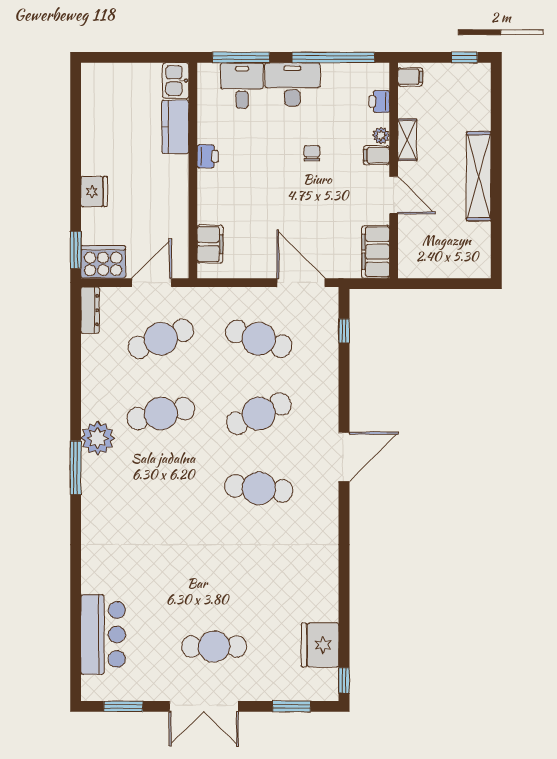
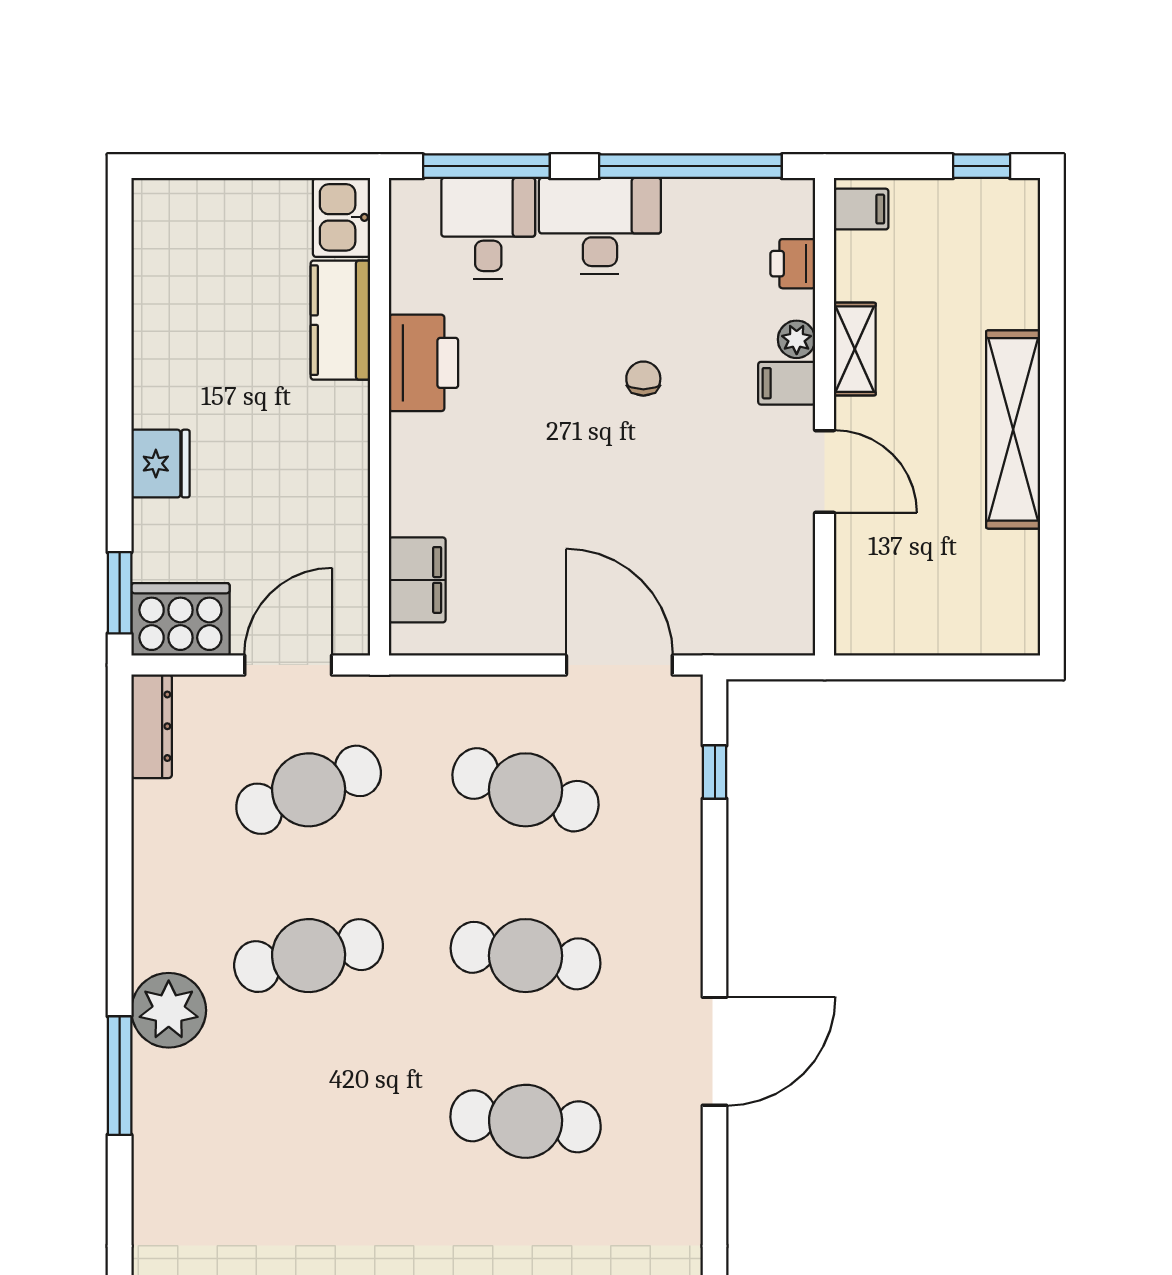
printer: (208, 156) -> (424, 363), width x1.87, depth x1.48
filing cabinet: (376, 252) -> (785, 597), removed
cafe table: (259, 414) -> (526, 956), turned 33

